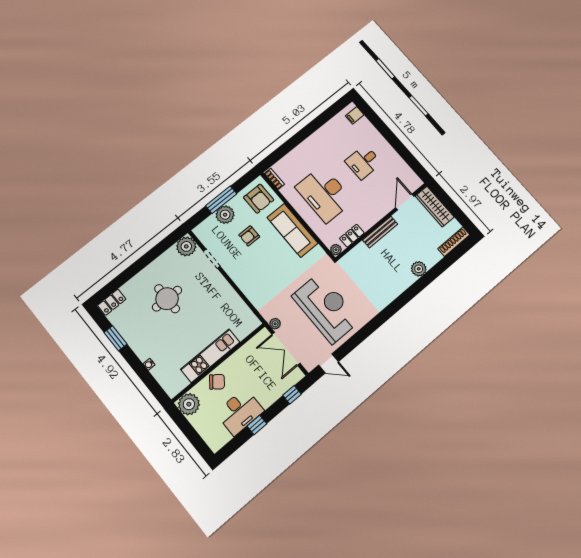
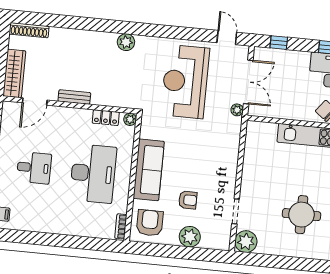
window: (221, 200) -> (181, 252), removed
bench: (380, 232) -> (74, 97), width x0.73
plant: (419, 269) -> (126, 42), moved

